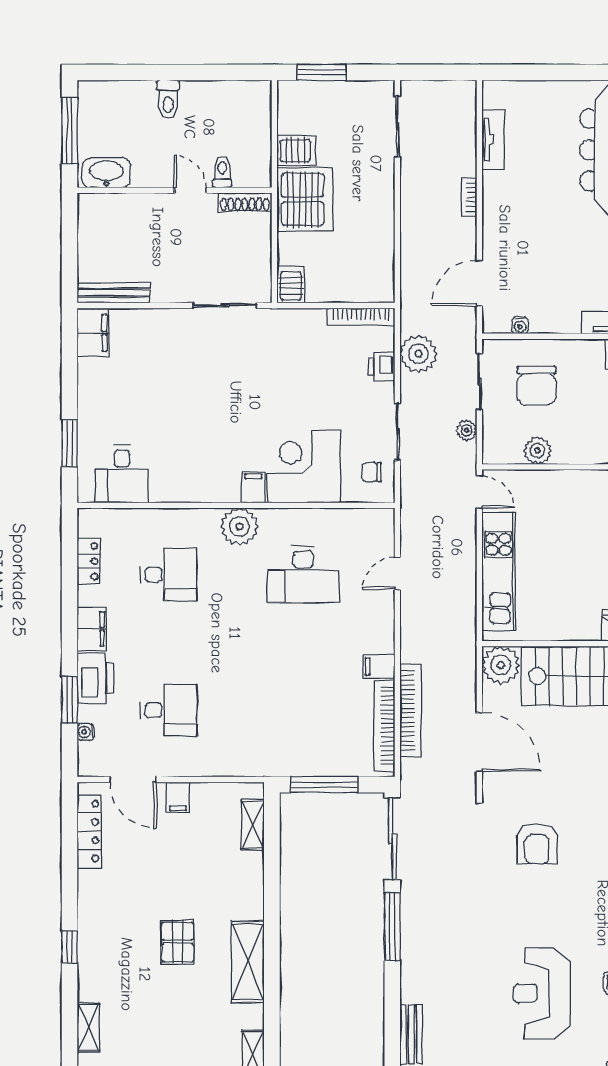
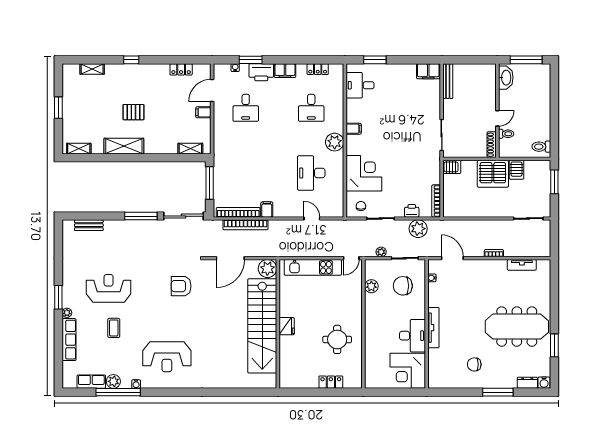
toilet: (168, 99) -> (541, 147), moved
filing cabinet: (253, 487) -> (354, 129), moved
locker: (89, 831) -> (181, 69), width x0.66

